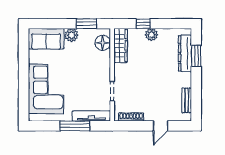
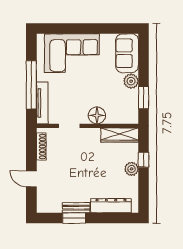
floor lamp: (103, 43) -> (97, 115), moved
window: (196, 56) -> (74, 218), moved
bench: (187, 100) -> (76, 208), moved
window: (75, 126) -> (31, 85), width x1.46

